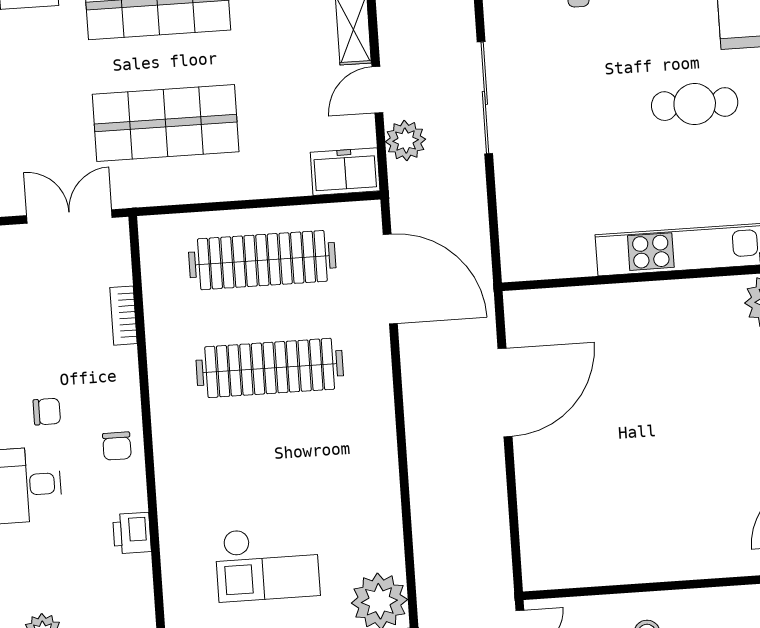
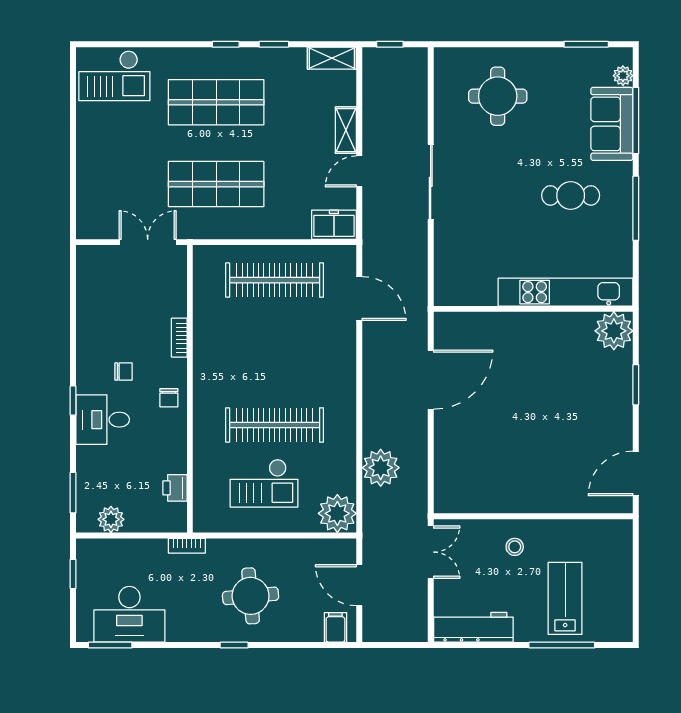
plant: (406, 141) -> (381, 468), moved, width x1.36, depth x1.36
door: (390, 279) -> (359, 298), width x0.73
bookcase: (124, 316) -> (179, 338), moved
clothes rail: (270, 368) -> (275, 425), moved
printer: (132, 533) -> (175, 488), moved

